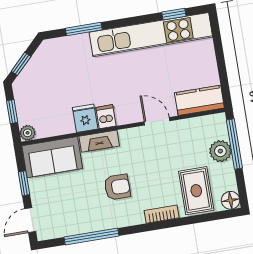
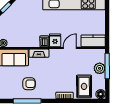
fridge: (85, 118) -> (55, 40), moved
door: (157, 121) -> (70, 48), hinge flipped
armchair: (117, 187) -> (29, 84), moved

